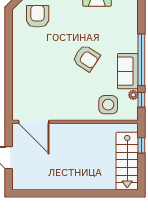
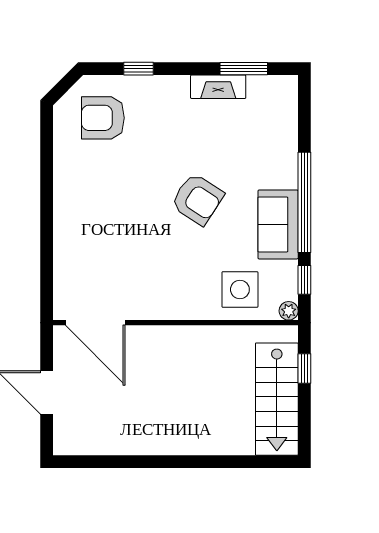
armchair: (38, 16) -> (103, 118), turned -90
plant: (133, 95) -> (289, 311), moved

